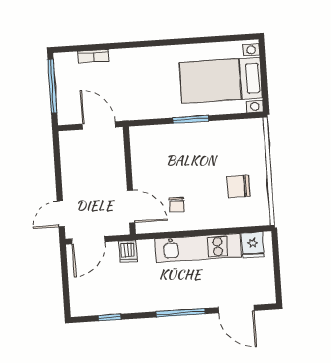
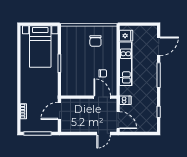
door: (131, 207) -> (102, 97), hinge flipped
door: (61, 214) -> (104, 133), hinge flipped

